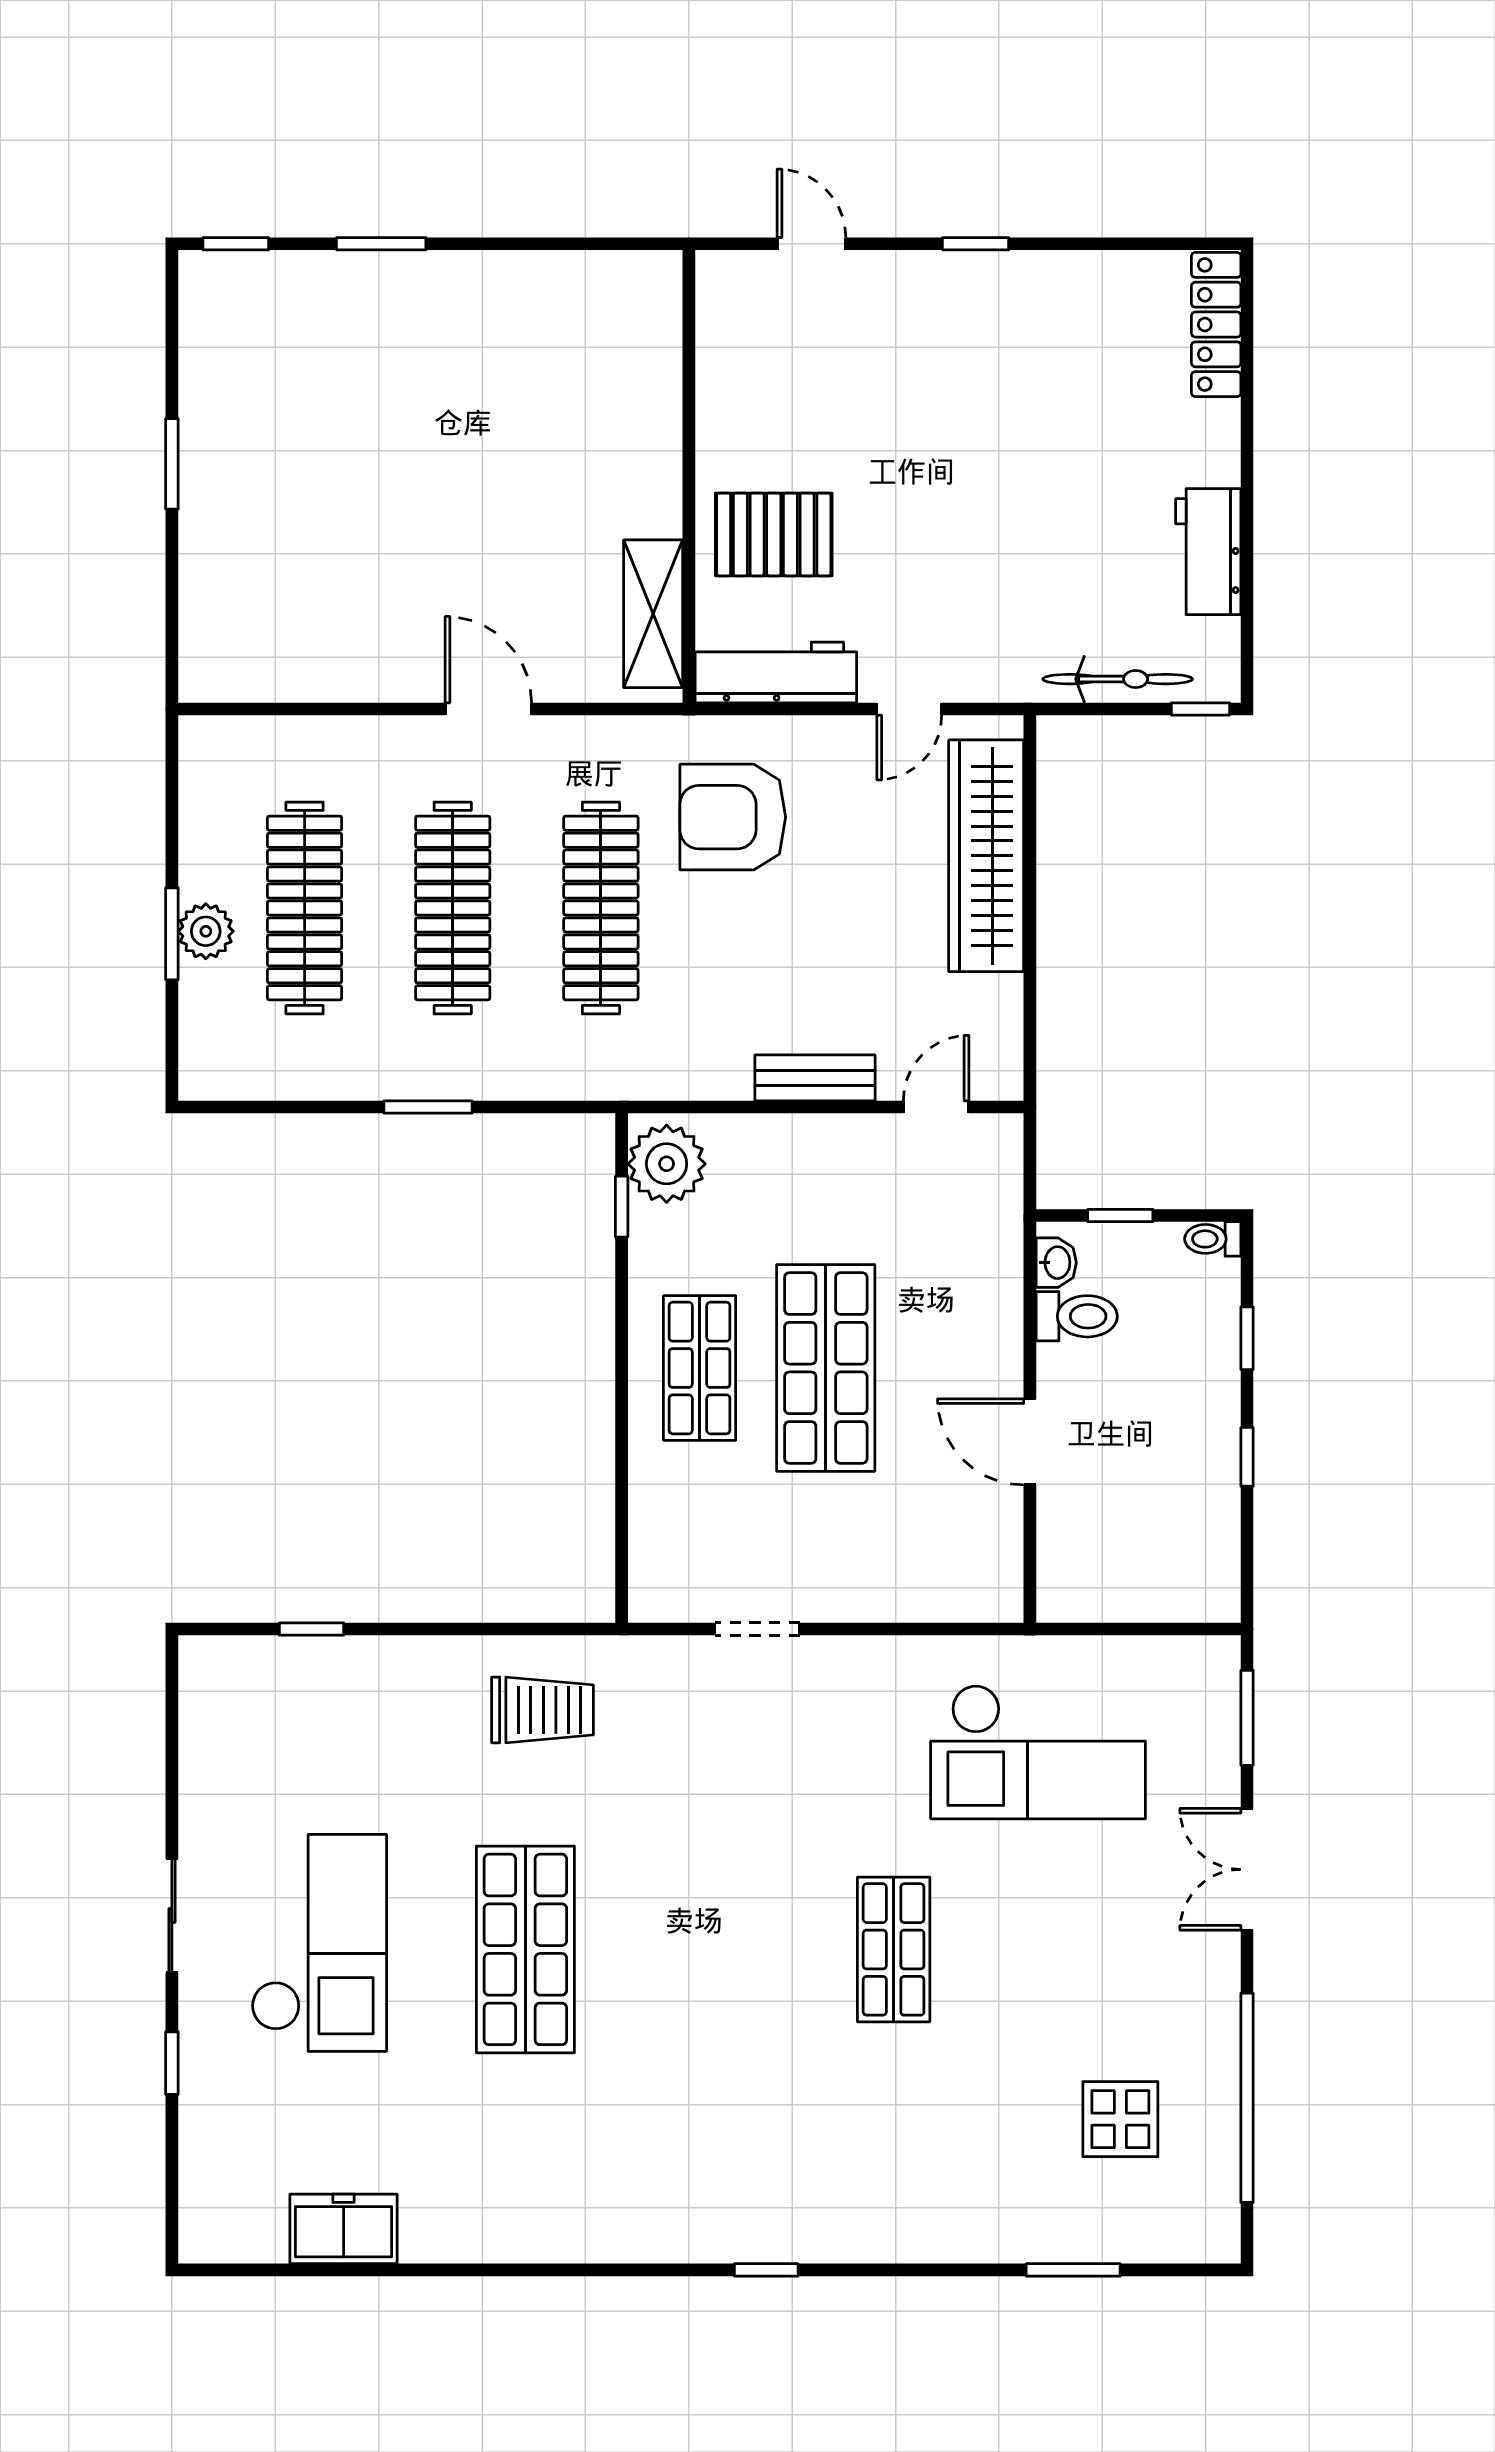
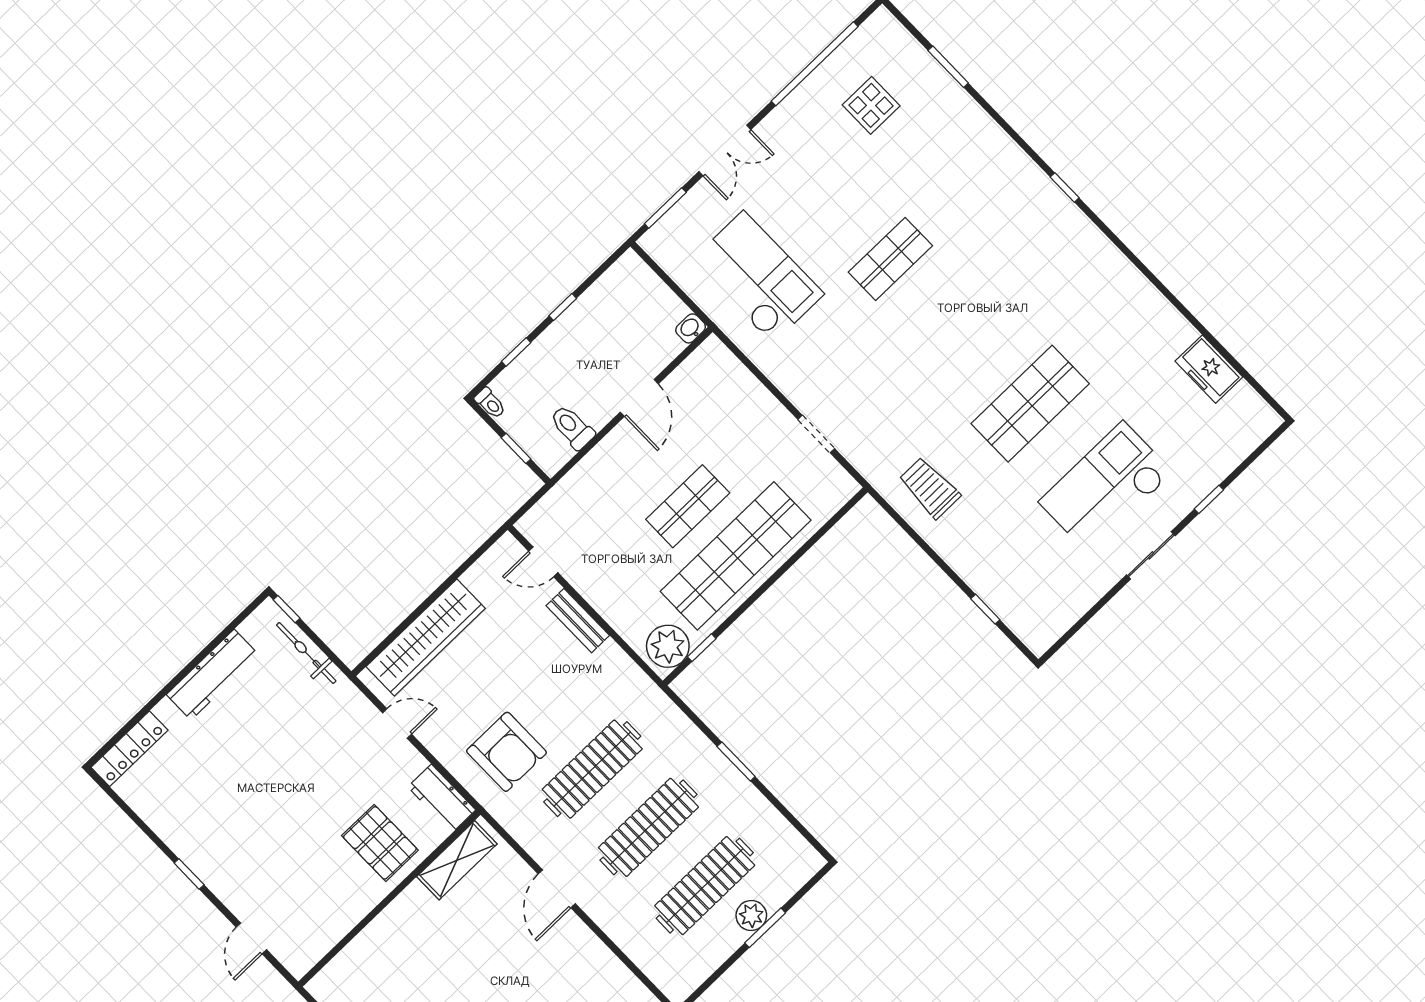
workbench: (1208, 552) -> (213, 675), width x1.38
workbench: (776, 672) -> (442, 798), width x0.73
washbasin: (1056, 1263) -> (691, 328), moved
shop shelf: (700, 1368) -> (736, 556), width x2.00, depth x1.36
shop shelf: (826, 1368) -> (688, 506), width x0.70, depth x0.74

